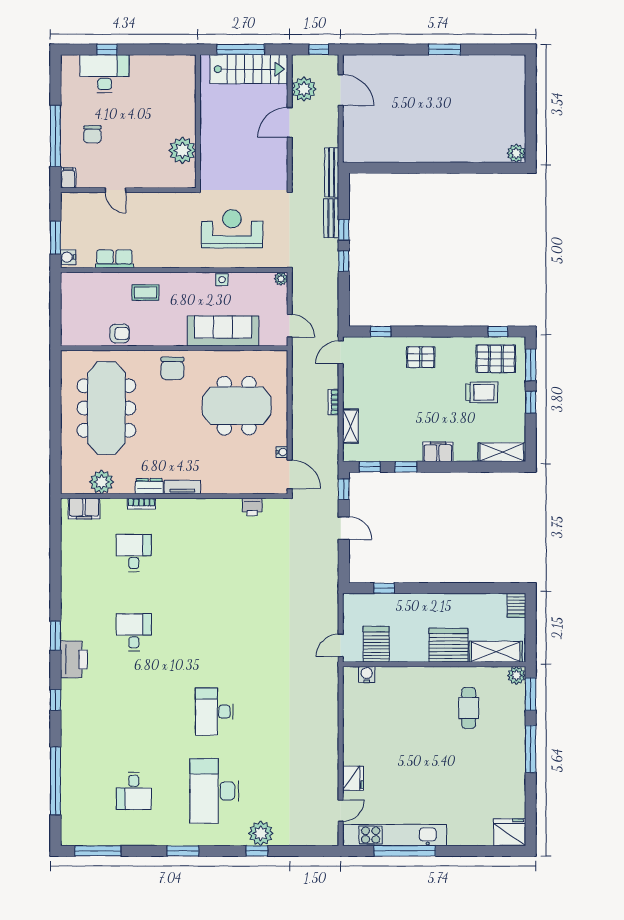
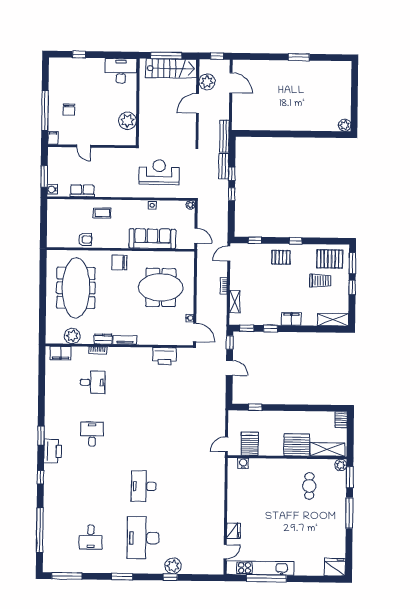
desk: (105, 74) -> (121, 71), moved
window: (498, 332) -> (296, 241), moved
chair: (172, 368) -> (119, 263), turned 90
printer: (252, 507) -> (164, 356), width x1.87, depth x1.48
desk: (134, 553) -> (93, 382), turned 90

